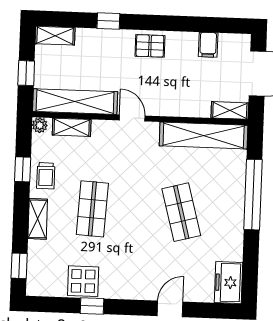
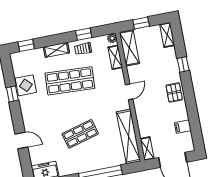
shelving: (75, 102) -> (129, 48), width x0.68
shop shelf: (92, 209) -> (70, 81), width x1.43, depth x1.36

